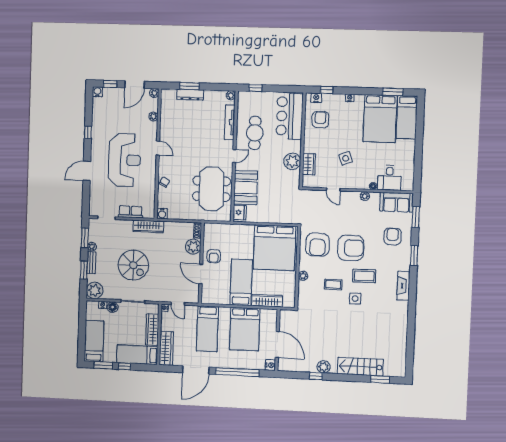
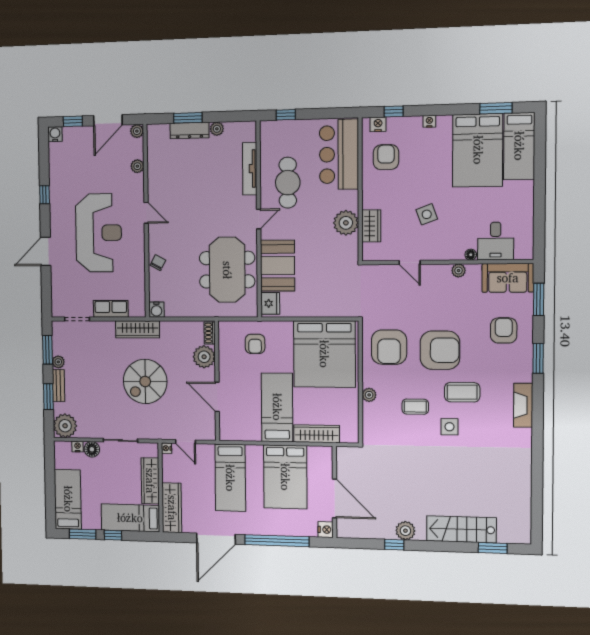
plant: (231, 95) -> (217, 129), moved
armchair: (214, 256) -> (255, 344), moved
spiral stairs: (133, 265) -> (145, 381), moved, turned 90

